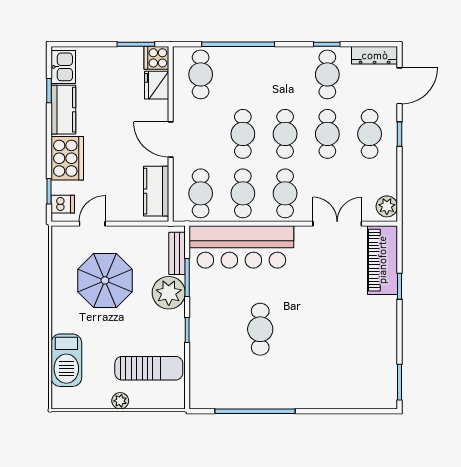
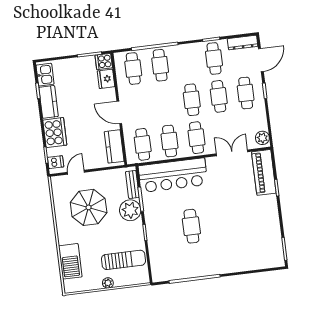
cafe table: (243, 134) -> (160, 65), moved

